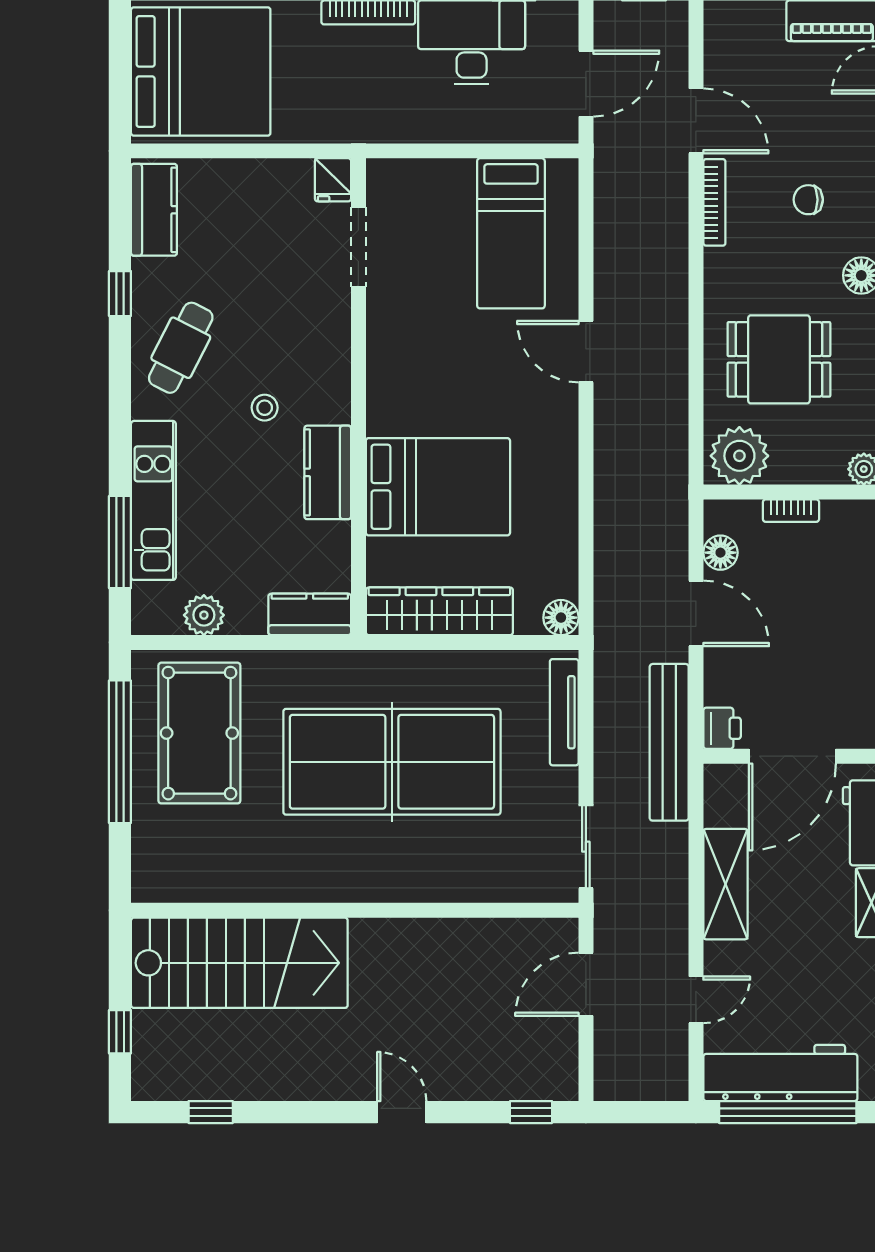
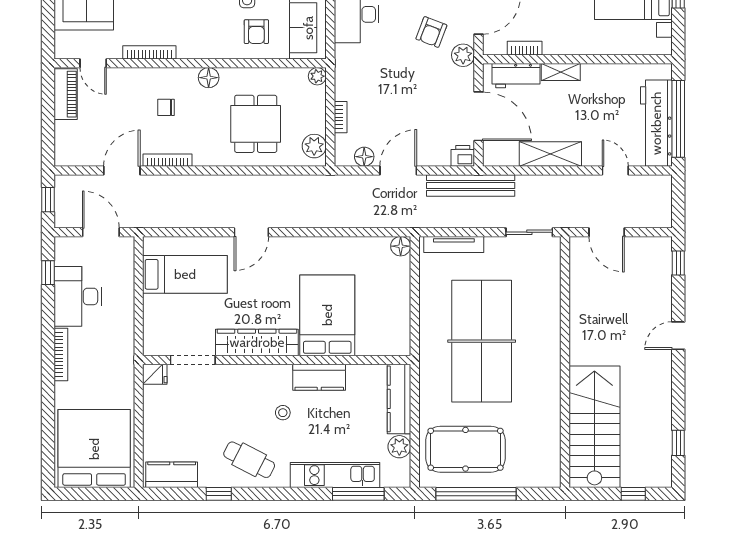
chair: (808, 200) -> (166, 107), turned 90
plant: (739, 456) -> (314, 146), width x0.73, depth x0.73
wardrobe: (439, 611) -> (257, 342), moved, turned 90
kitchen counter: (310, 614) -> (399, 399), width x1.50

